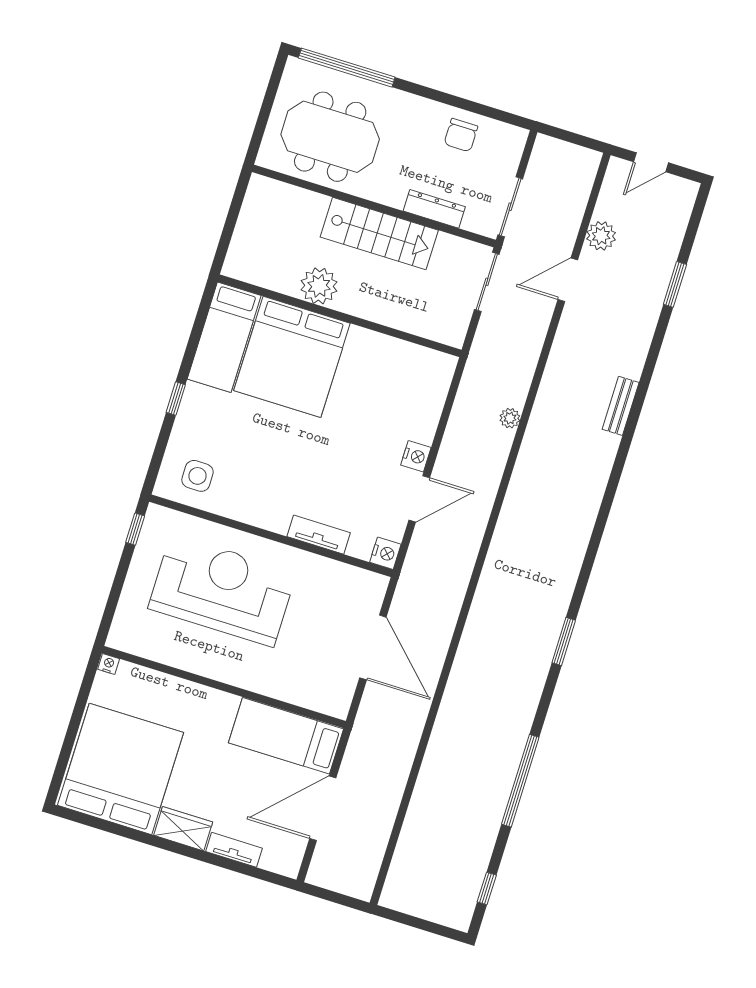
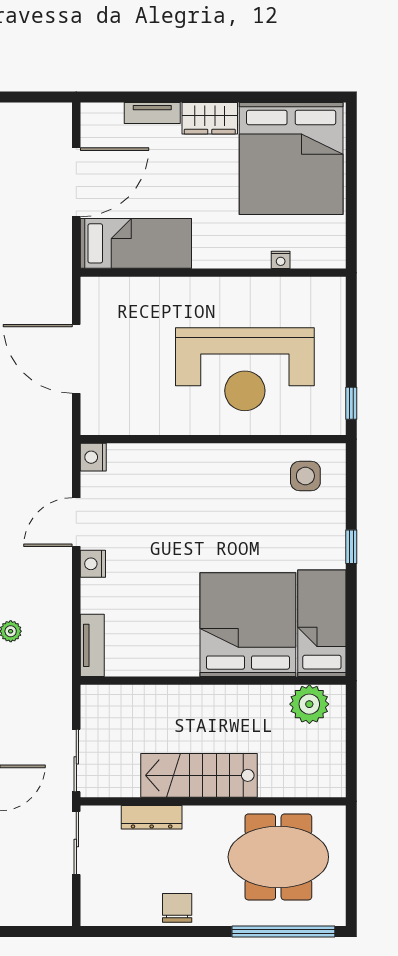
chair: (461, 135) -> (177, 908), moved
plant: (319, 286) -> (309, 704), moved
tv unit: (319, 535) -> (92, 645), moved, turned -90
nightstand: (109, 664) -> (281, 260), moved

